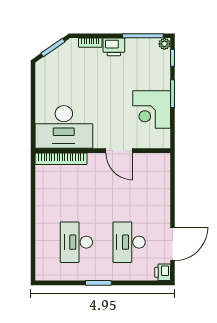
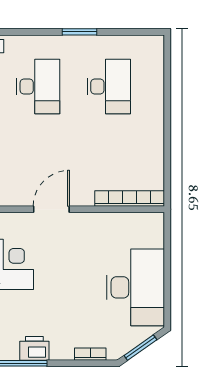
printer: (114, 47) -> (34, 348), moved
desk: (64, 127) -> (135, 287), moved, turned 90
door: (119, 151) -> (51, 209), hinge flipped

